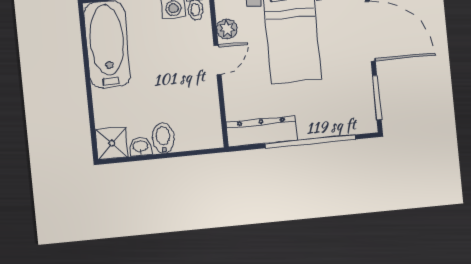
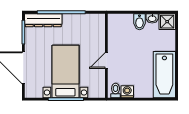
plant: (227, 29) -> (100, 77), removed
dresser: (262, 131) -> (43, 20), moved

